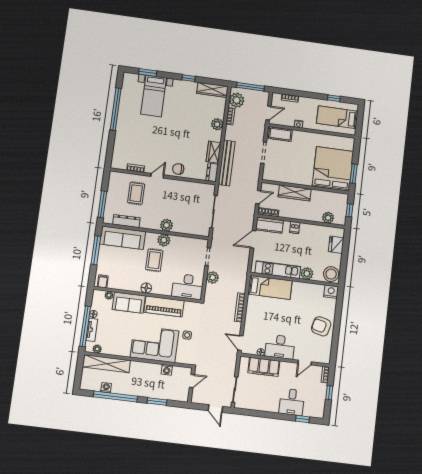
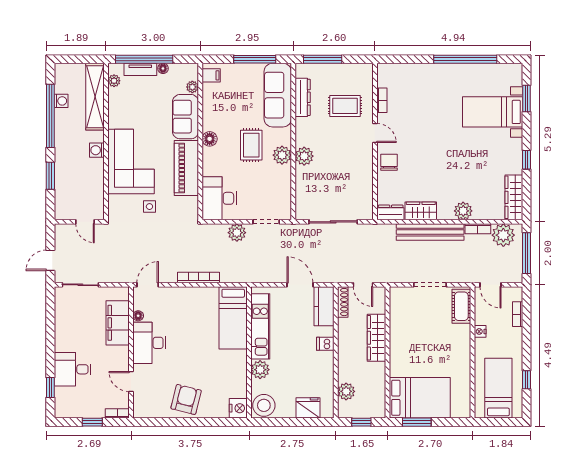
bench: (227, 163) -> (430, 232), moved
bed: (333, 169) -> (420, 398), width x0.73
rug: (154, 260) -> (251, 145), turned 90
washing machine: (167, 370) -> (97, 150), moved

